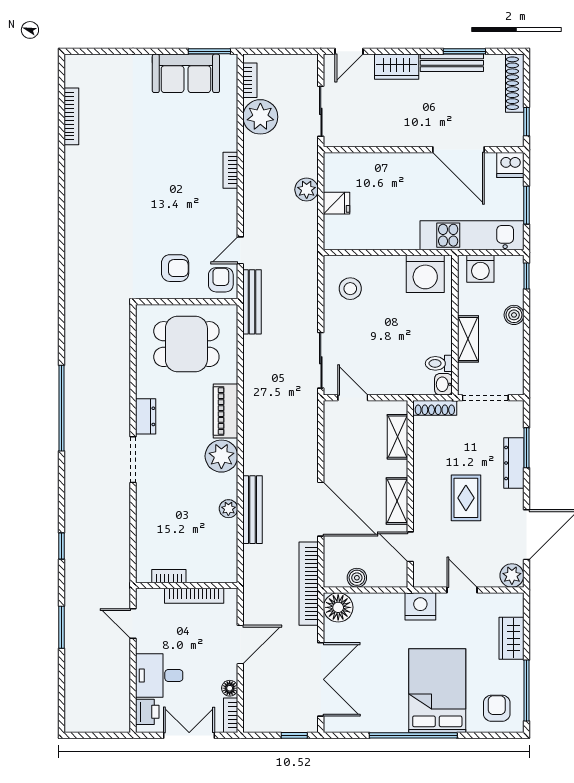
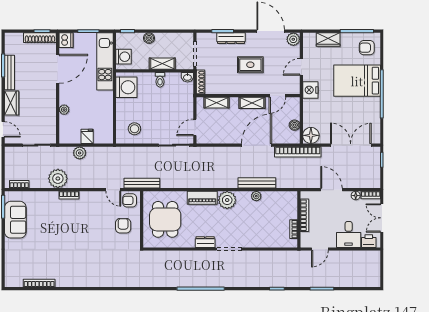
shoe rack: (515, 83) -> (40, 38), moved
plant: (260, 117) -> (58, 179), moved
plant: (385, 161) -> (64, 110), added
toilet: (439, 363) -> (160, 80), moved

